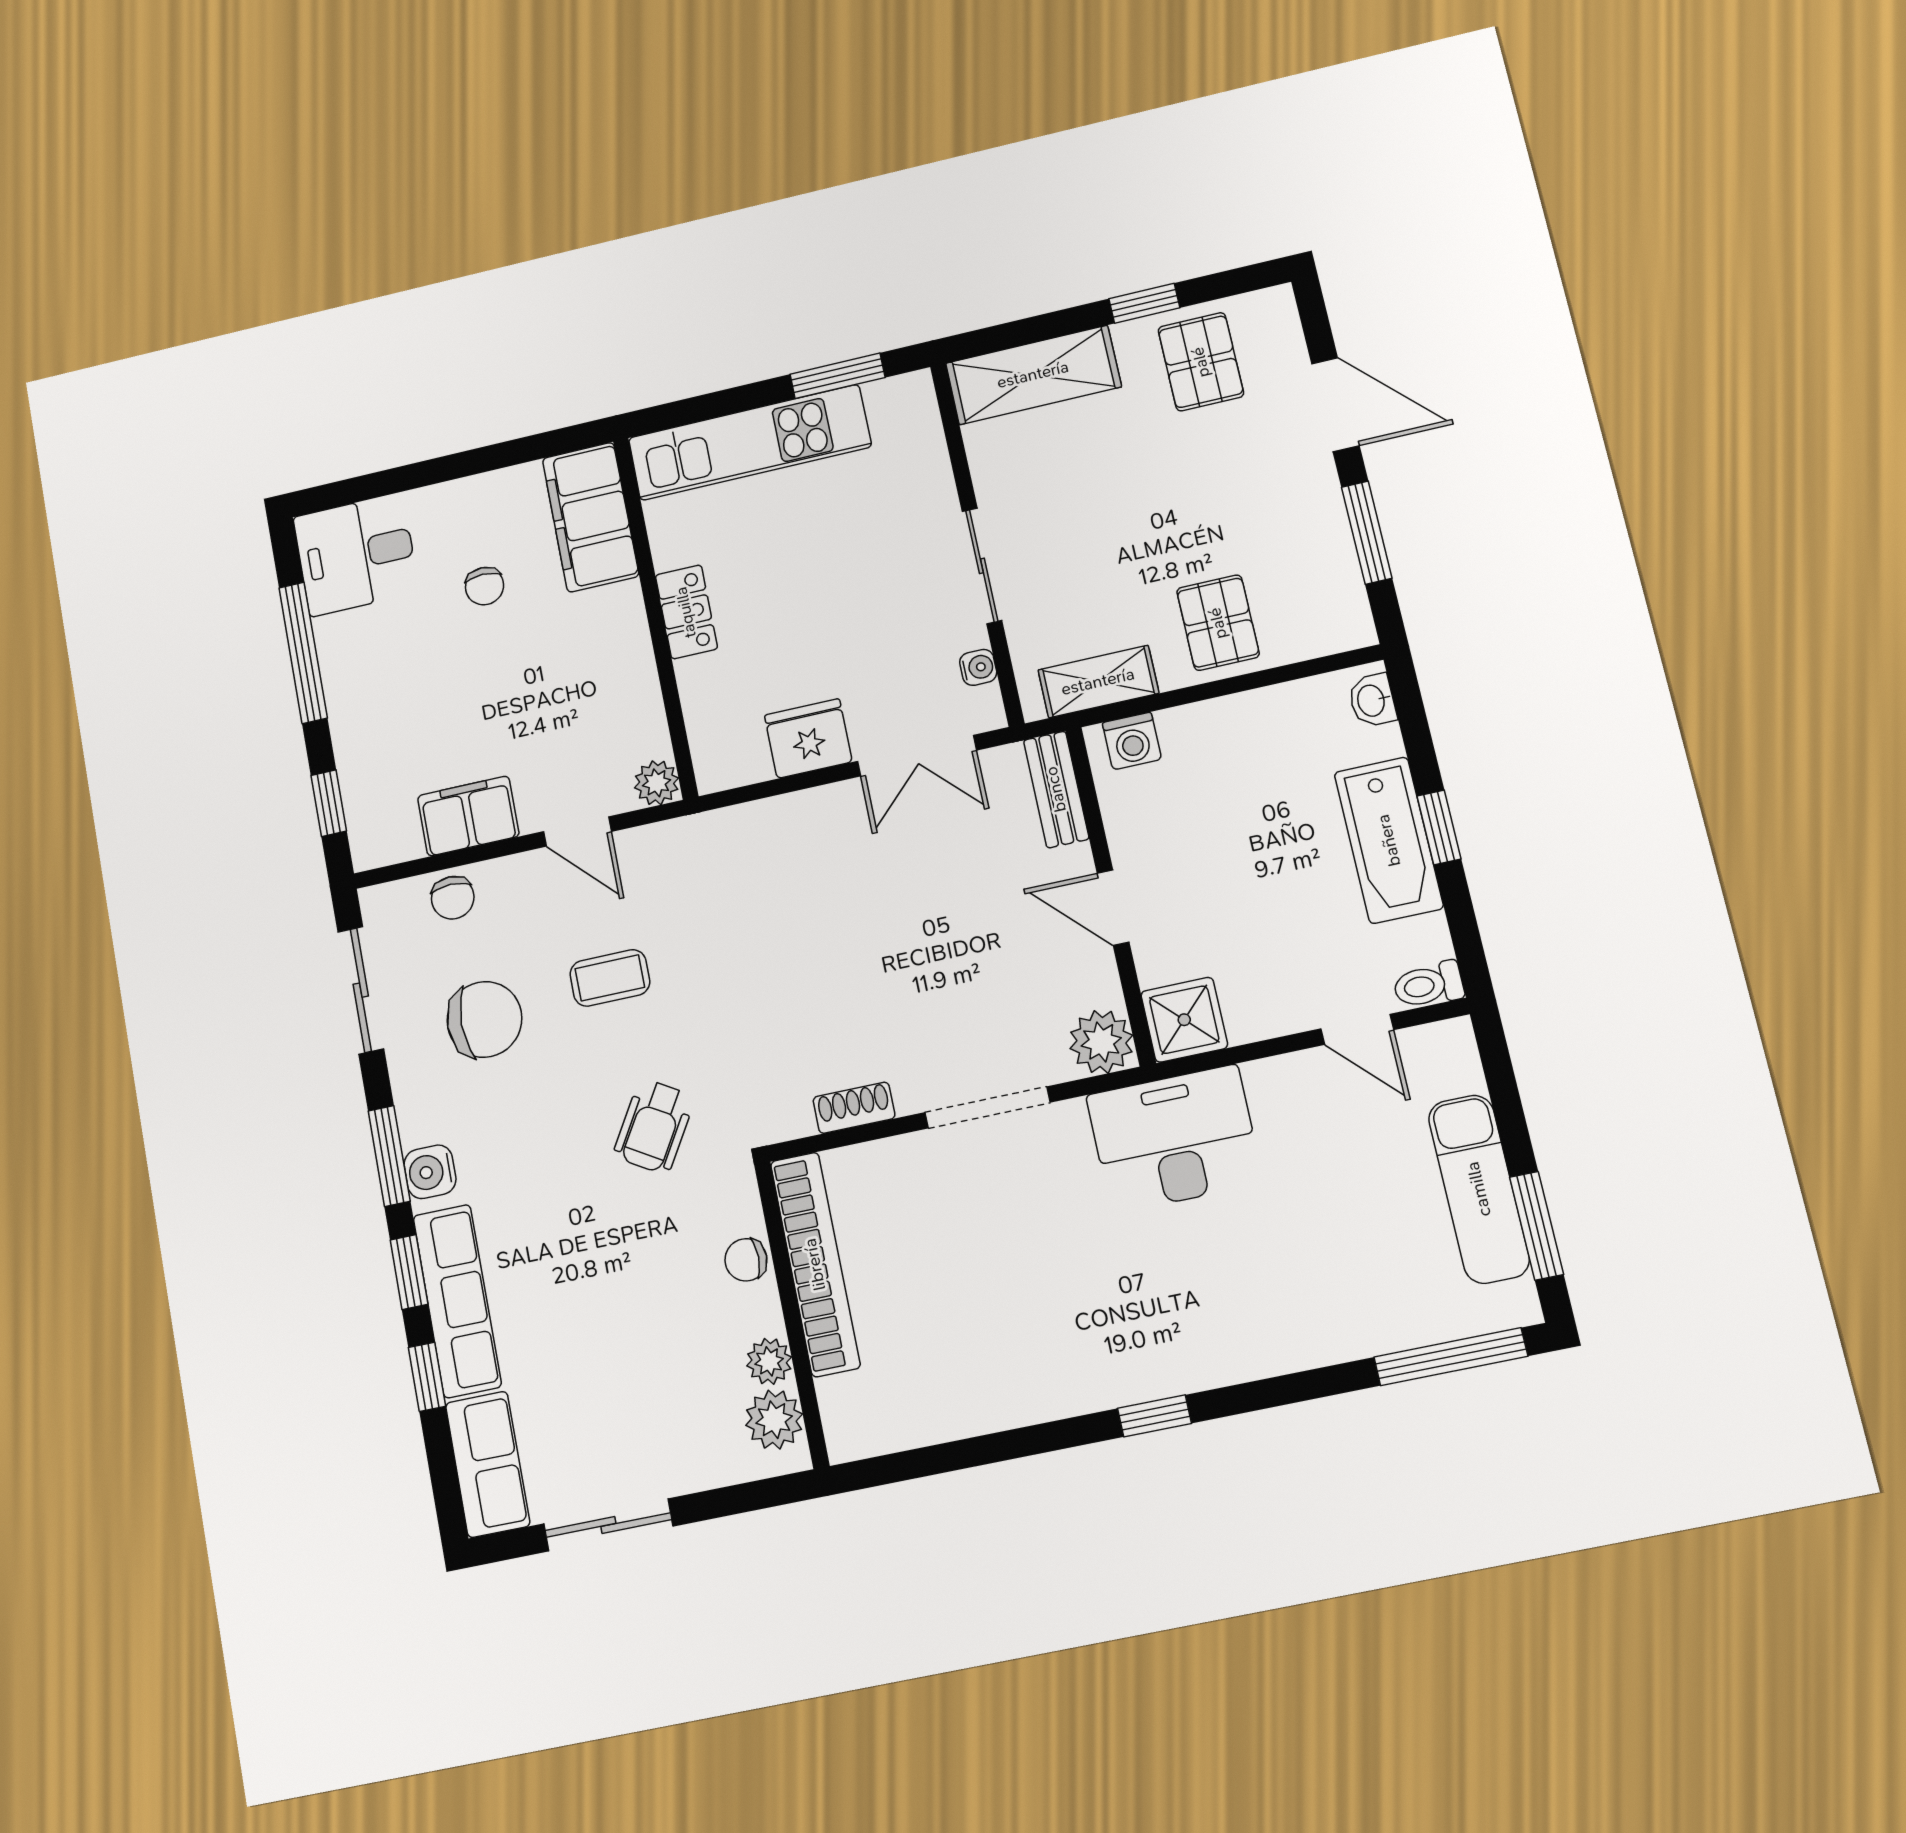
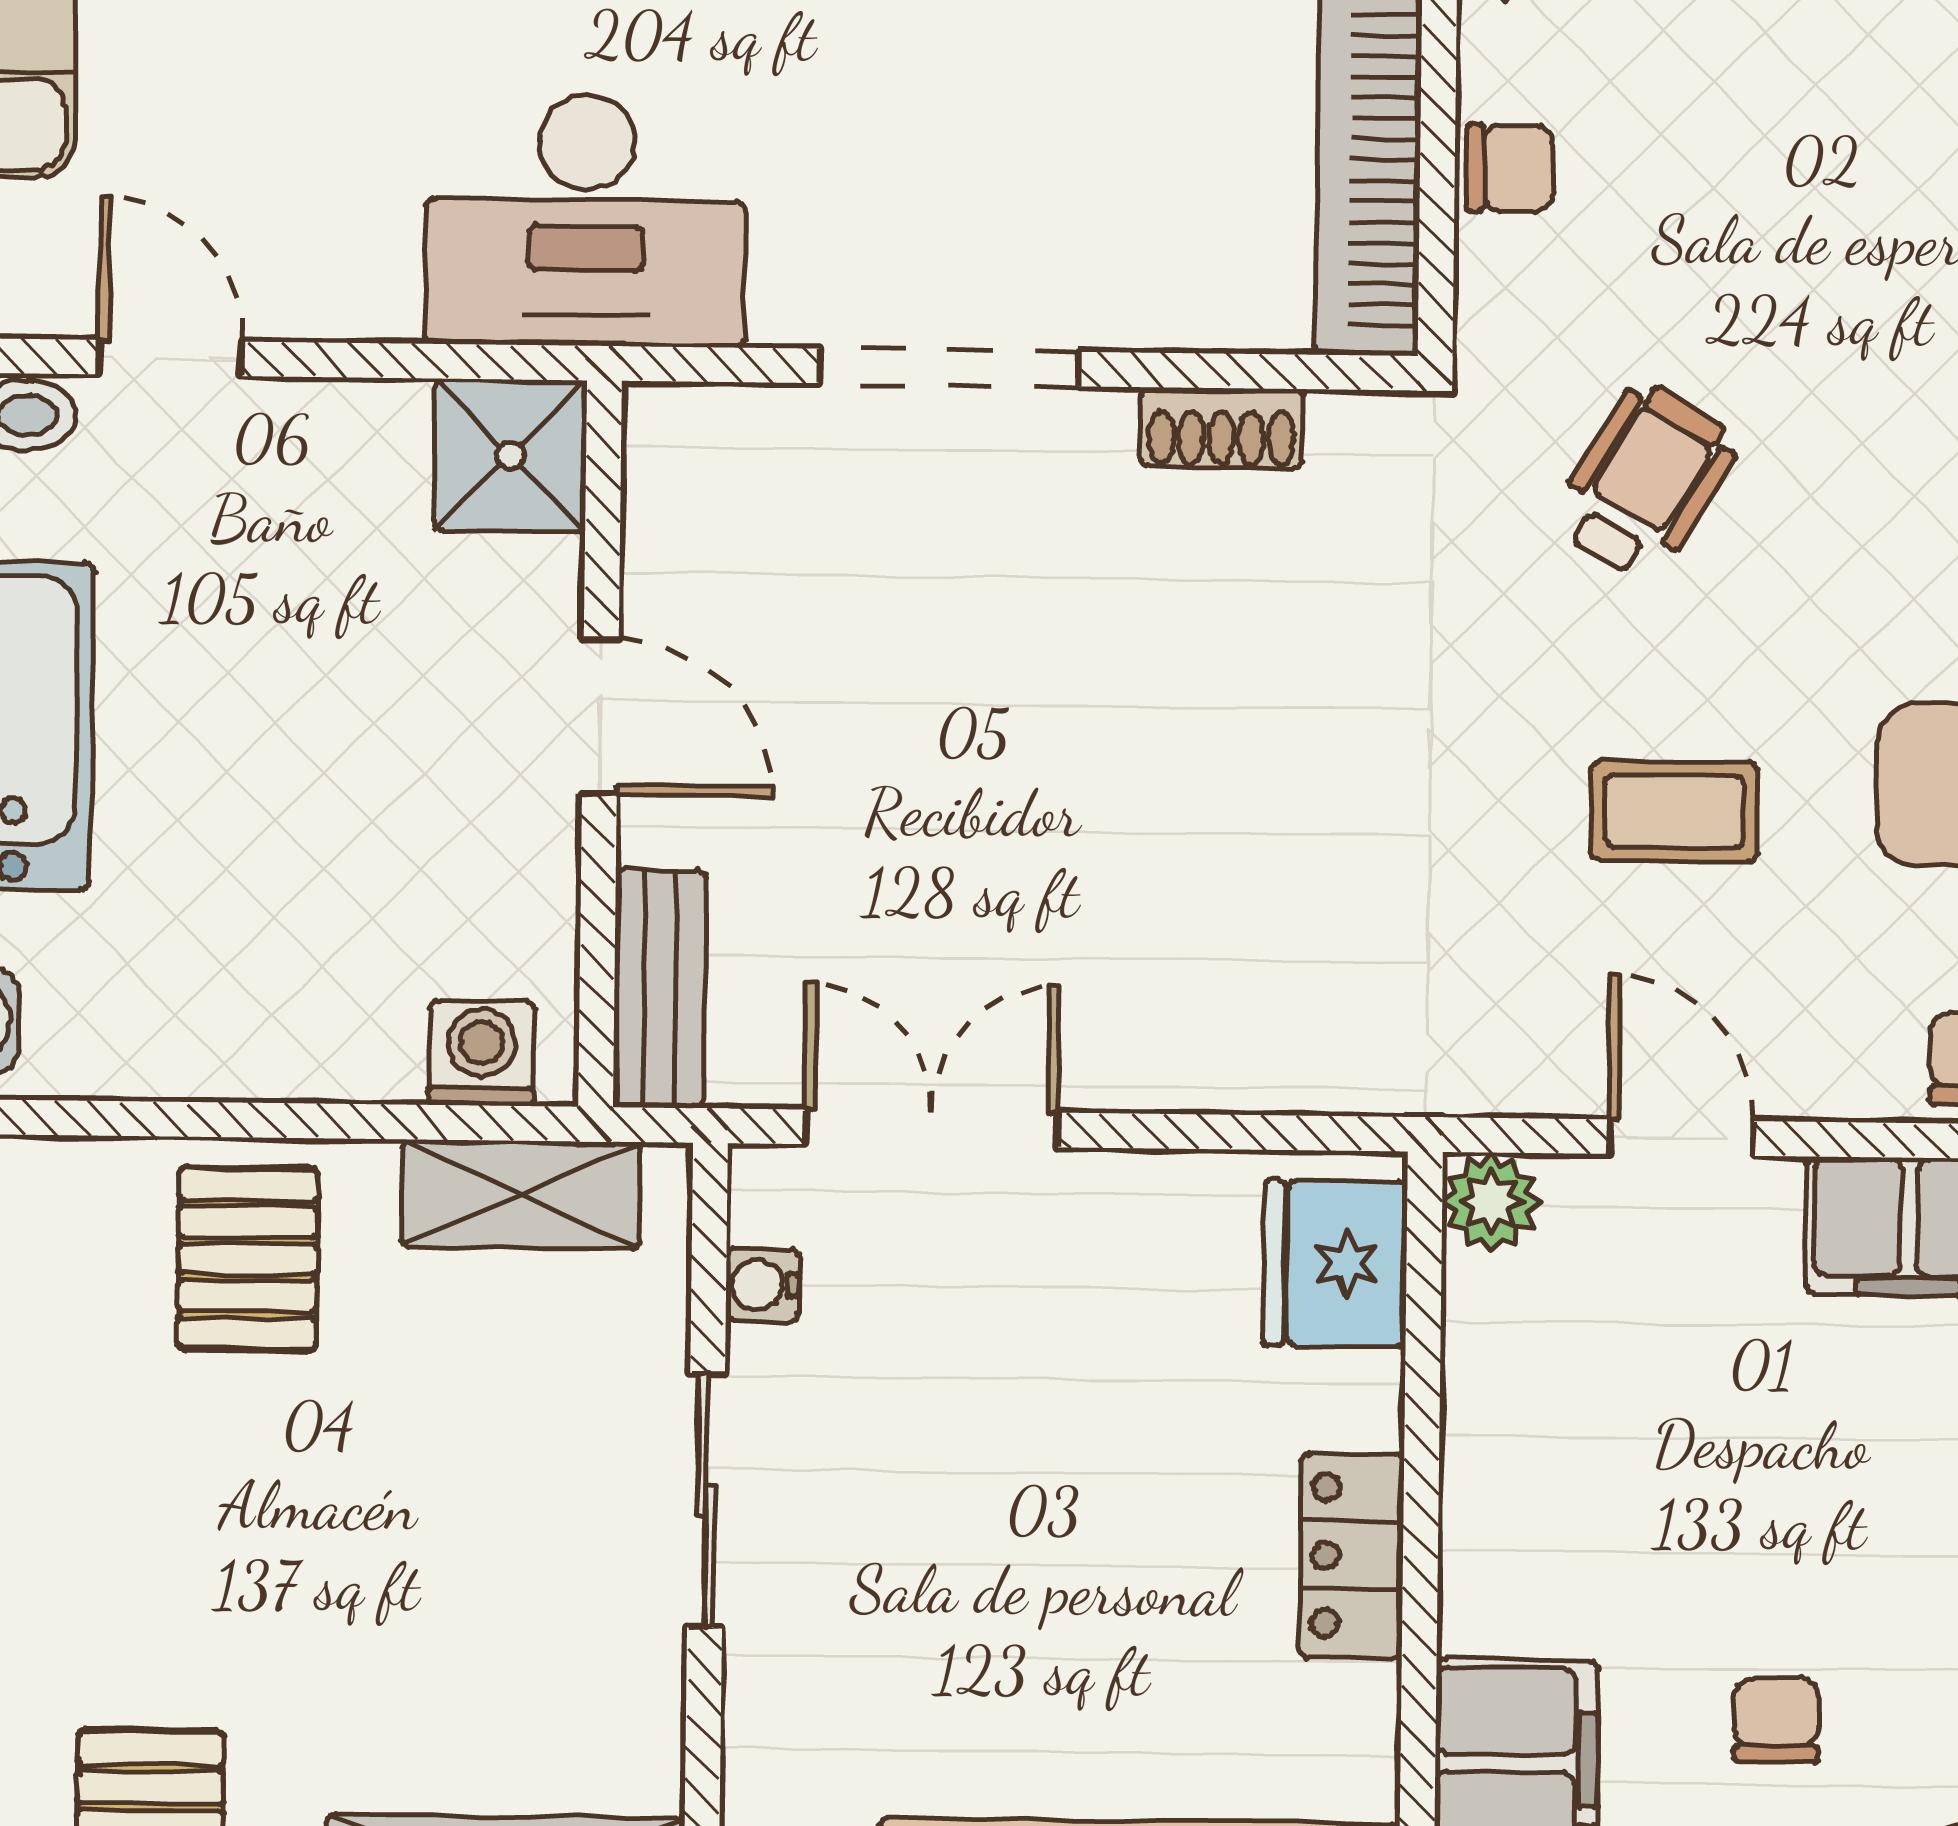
fridge: (808, 738) -> (1335, 1263), moved, turned 90
plant: (1101, 1042) -> (688, 448), removed

